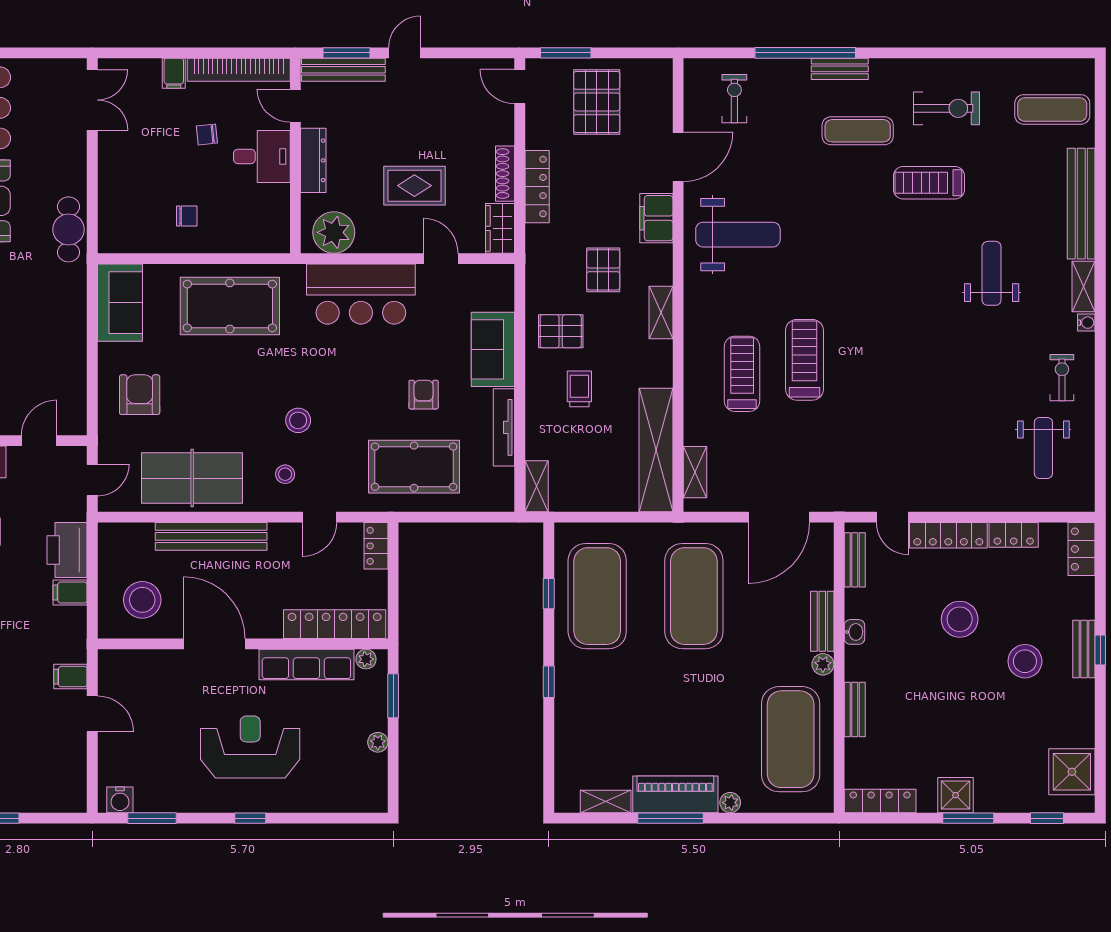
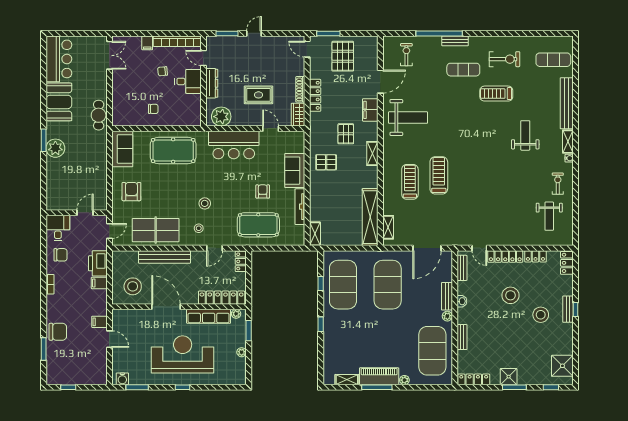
bench: (343, 70) -> (226, 41), removed
trolley: (579, 389) -> (335, 189), removed
reception desk: (250, 747) -> (183, 354), width x1.36, depth x1.30

